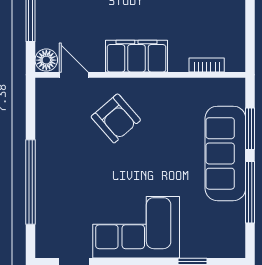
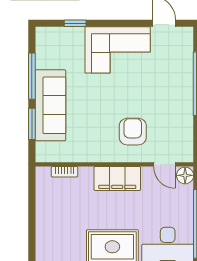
armchair: (116, 118) -> (133, 132), turned 41

